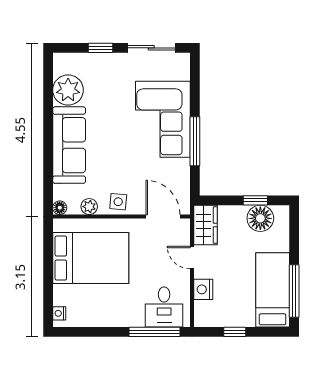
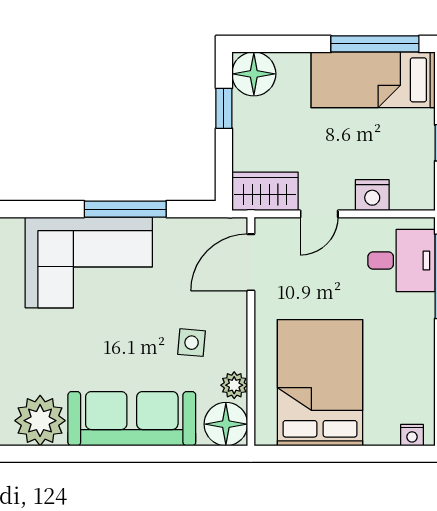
side table: (118, 202) -> (192, 343), moved
floor lamp: (60, 208) -> (226, 424), width x1.89, depth x1.89
floor lamp: (260, 218) -> (254, 74), moved

